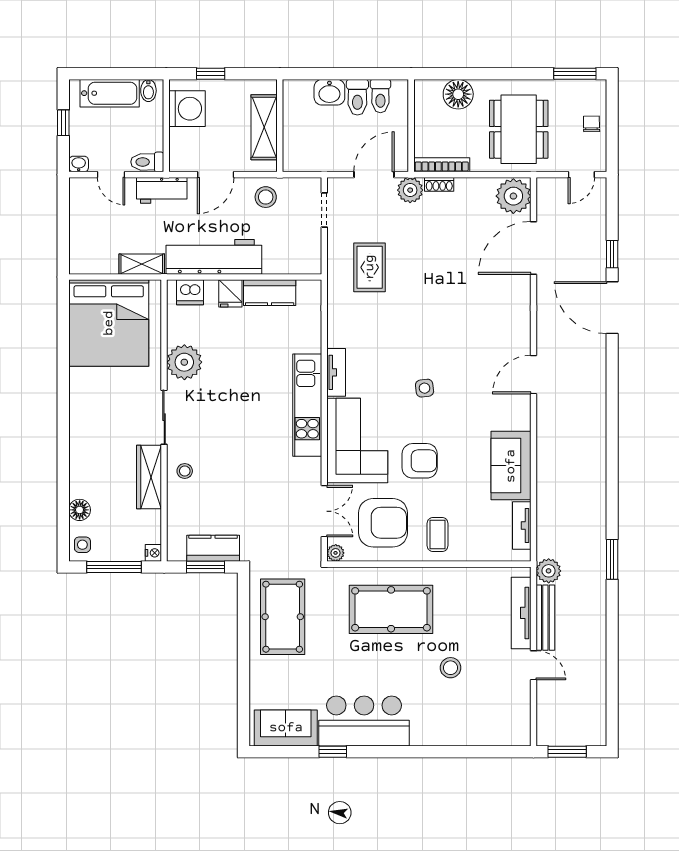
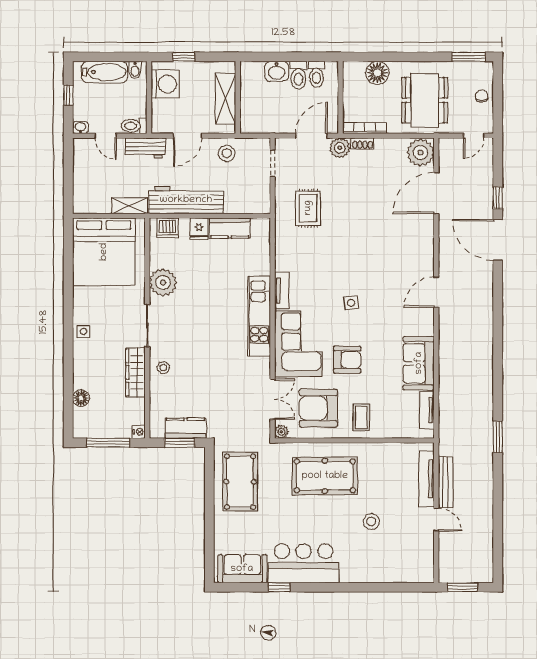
armchair: (383, 523) -> (318, 408), turned 180
side table: (82, 545) -> (83, 332), moved
plant: (549, 571) -> (448, 446), removed

